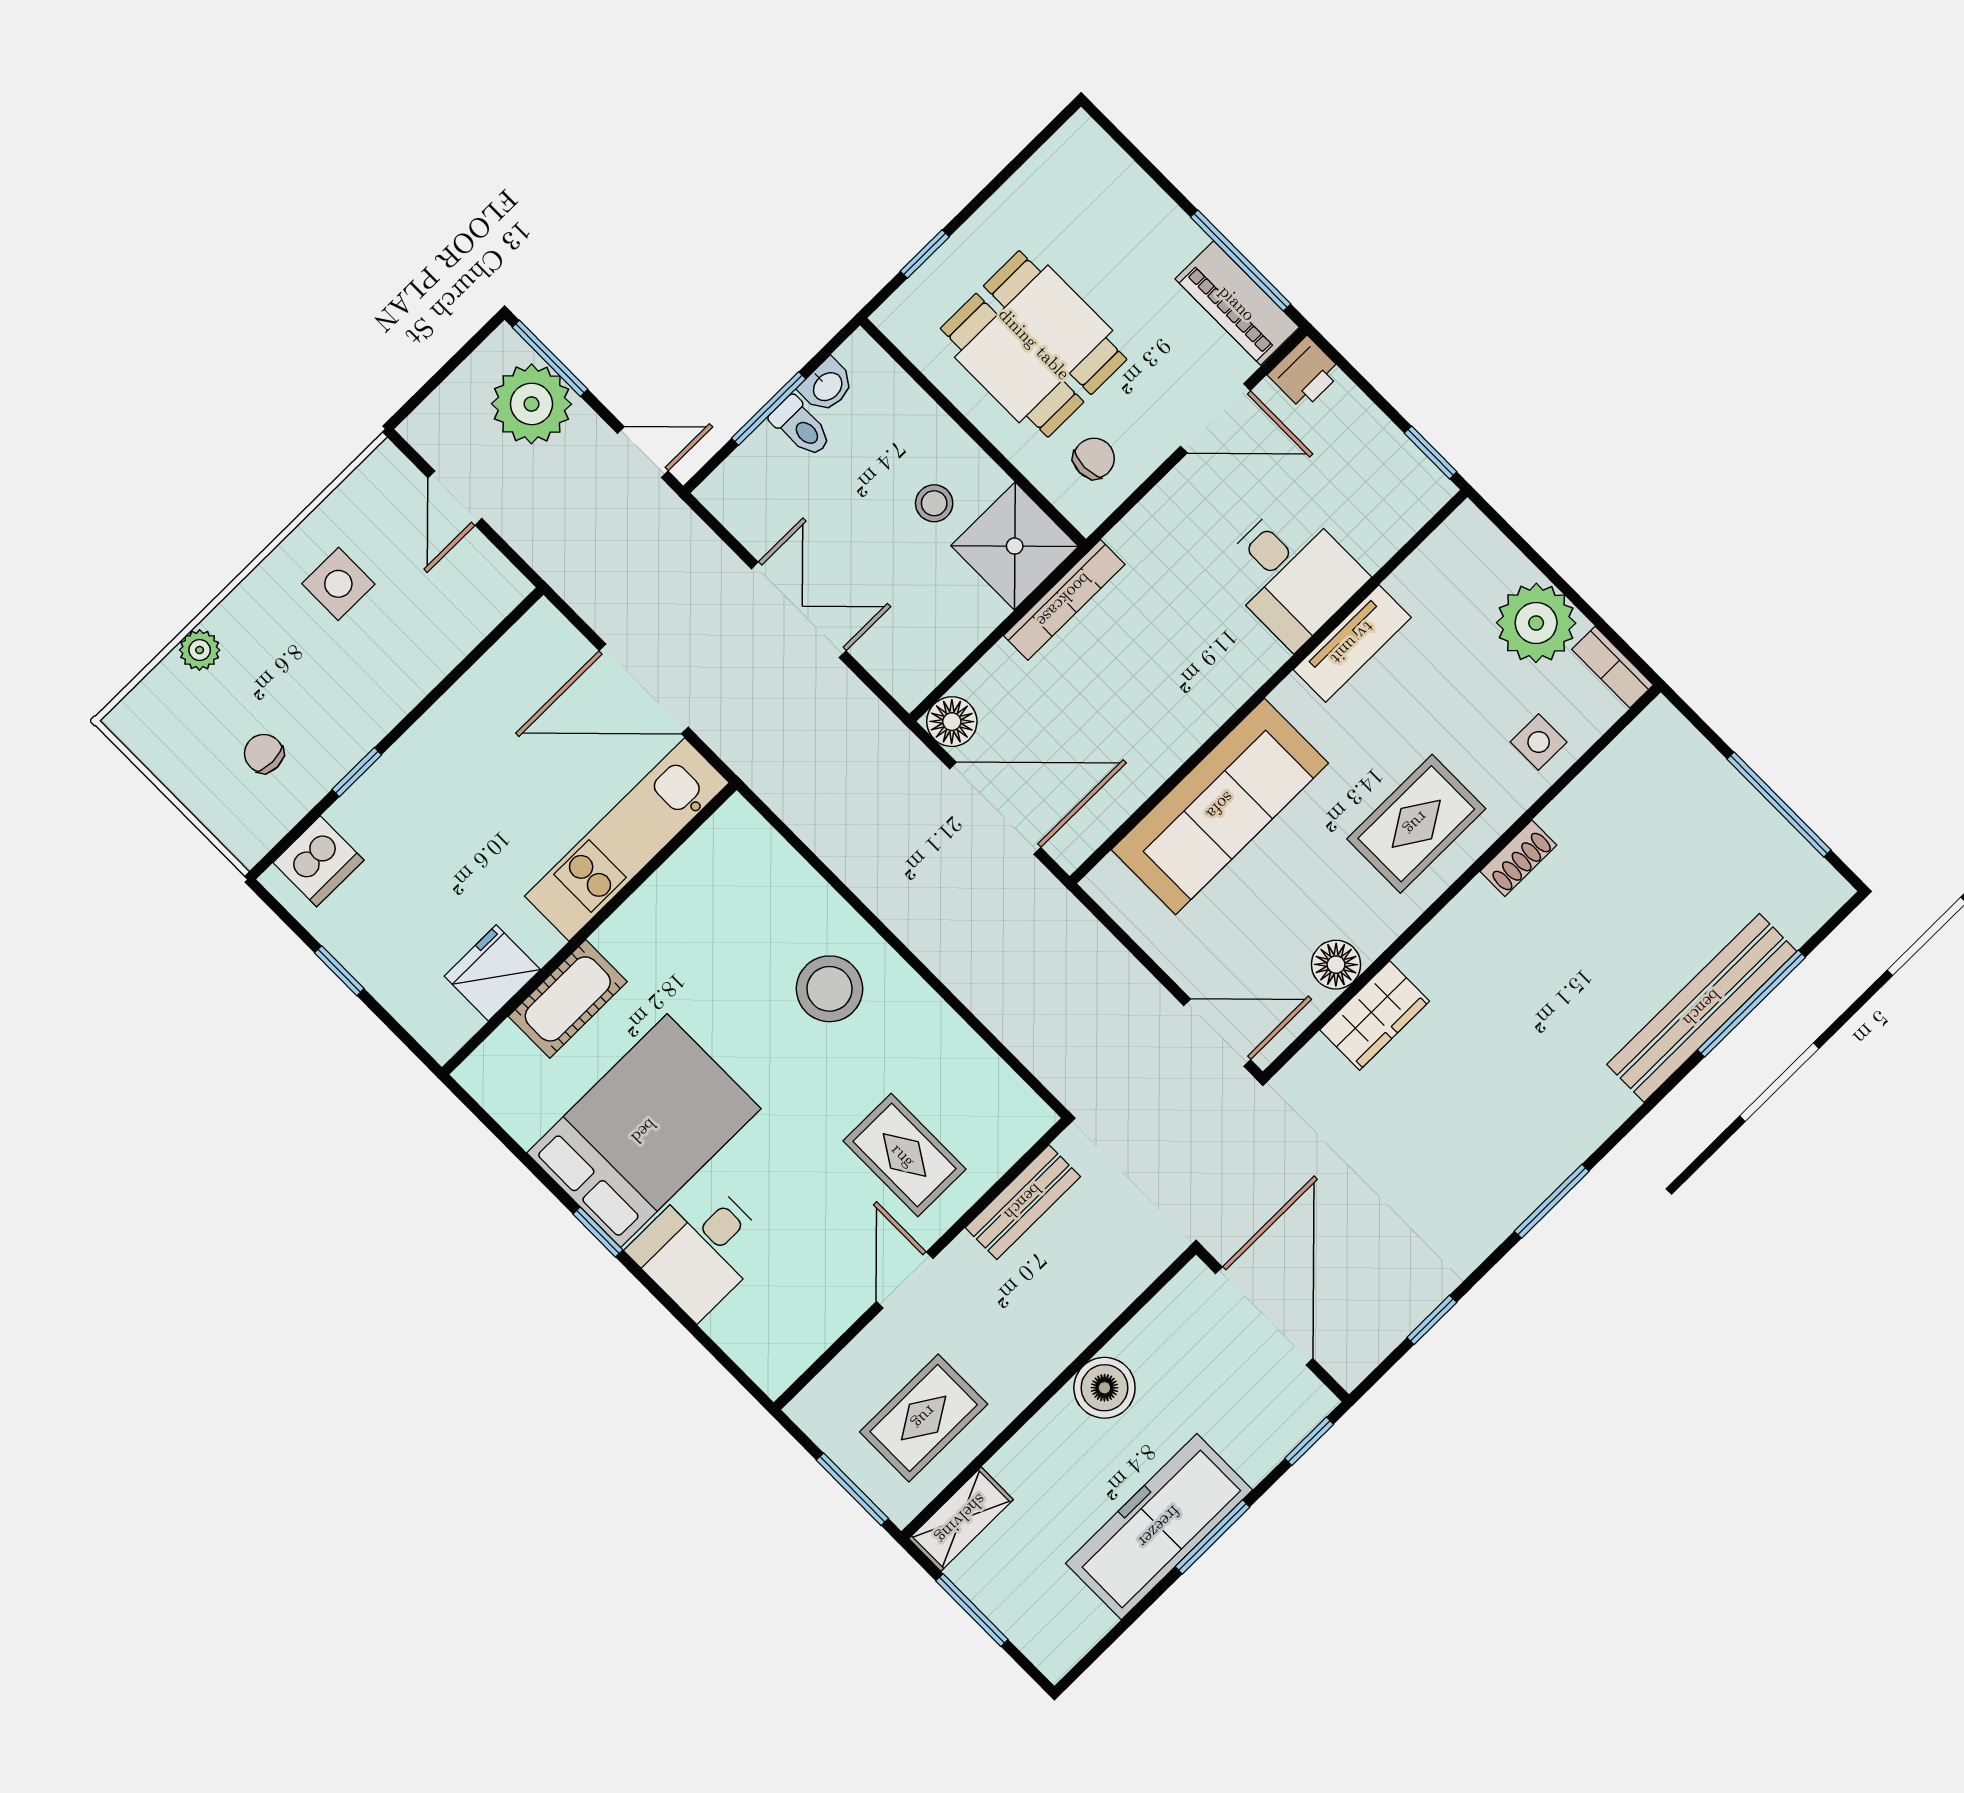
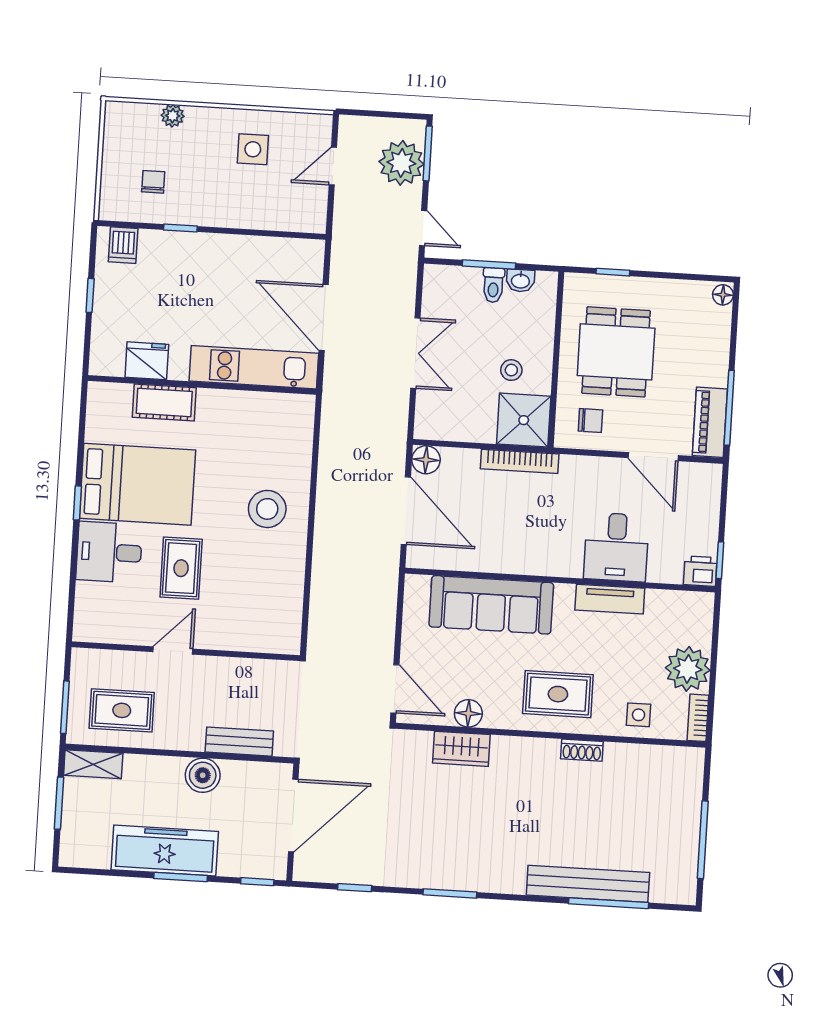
floor lamp: (1084, 136) -> (723, 295), added
printer: (1305, 373) -> (700, 571), moved, turned 180
dishwasher: (318, 861) -> (123, 245), width x0.73
rug: (904, 1155) -> (181, 568), moved
bench: (1023, 1202) -> (239, 742), moved

